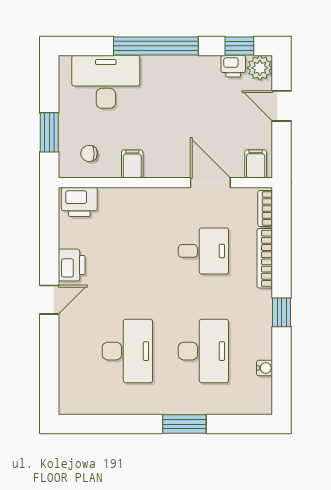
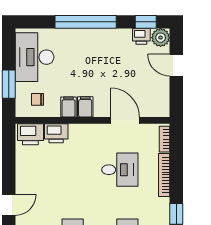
desk: (106, 82) -> (35, 57), moved, turned -90
filing cabinet: (256, 164) -> (85, 107), moved
printer: (72, 265) -> (56, 133), moved, turned 90

